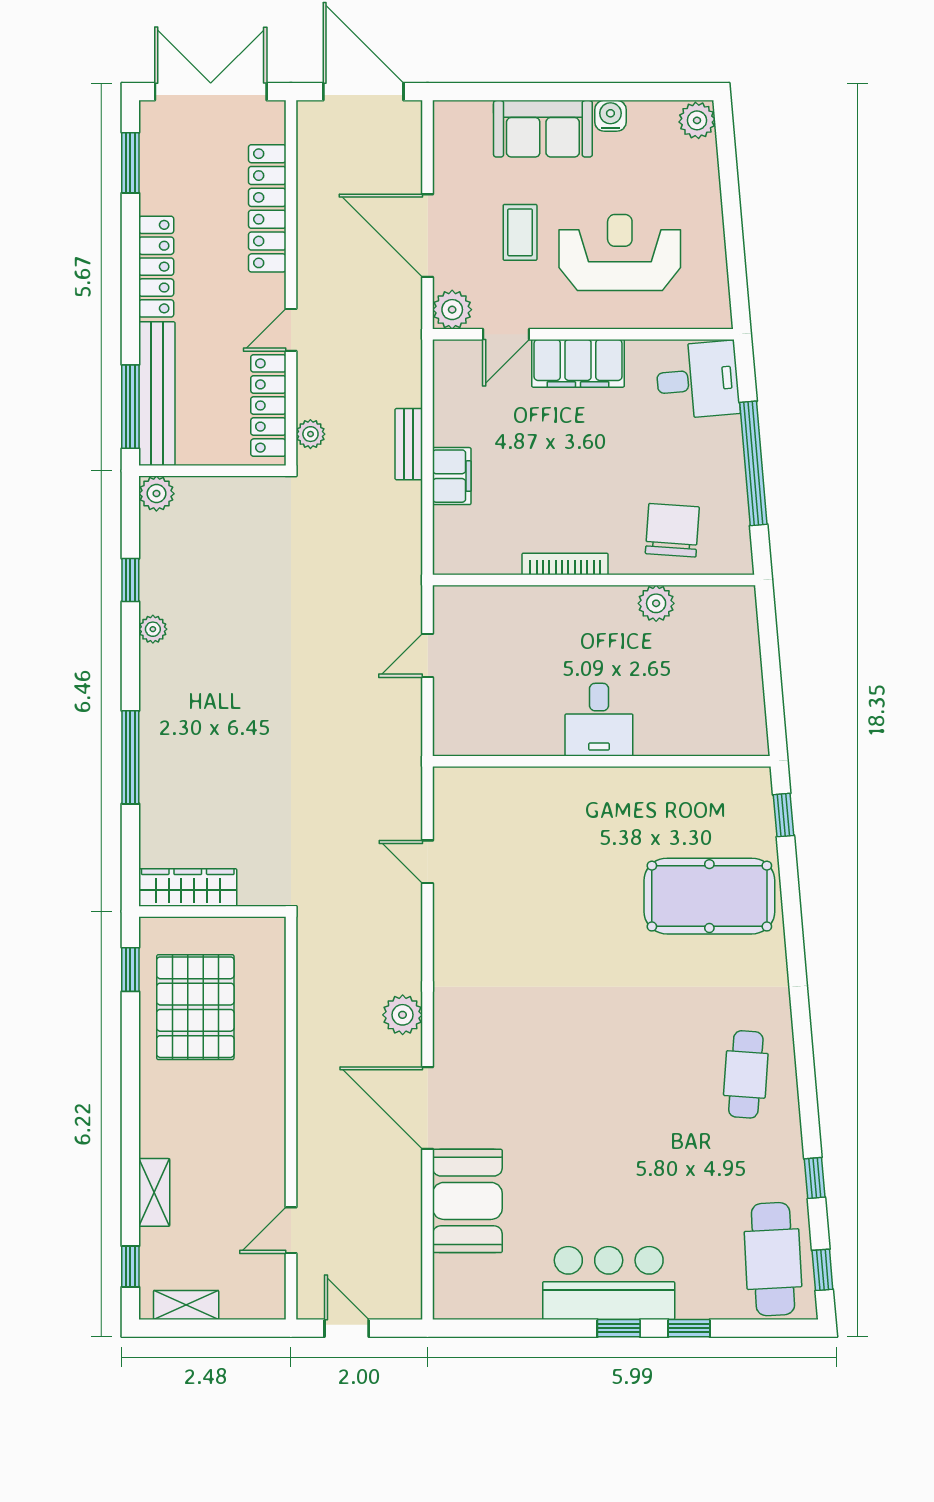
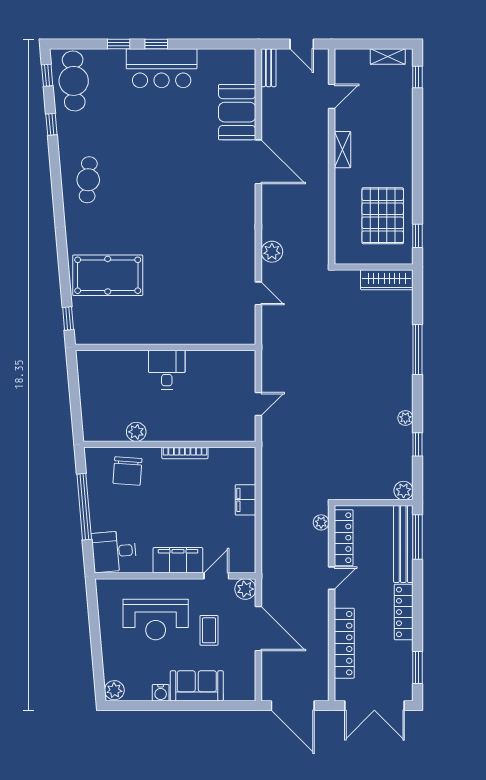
bench: (409, 444) -> (269, 68), moved
plant: (403, 1015) -> (272, 252), moved
shelving: (154, 1192) -> (343, 150), moved

